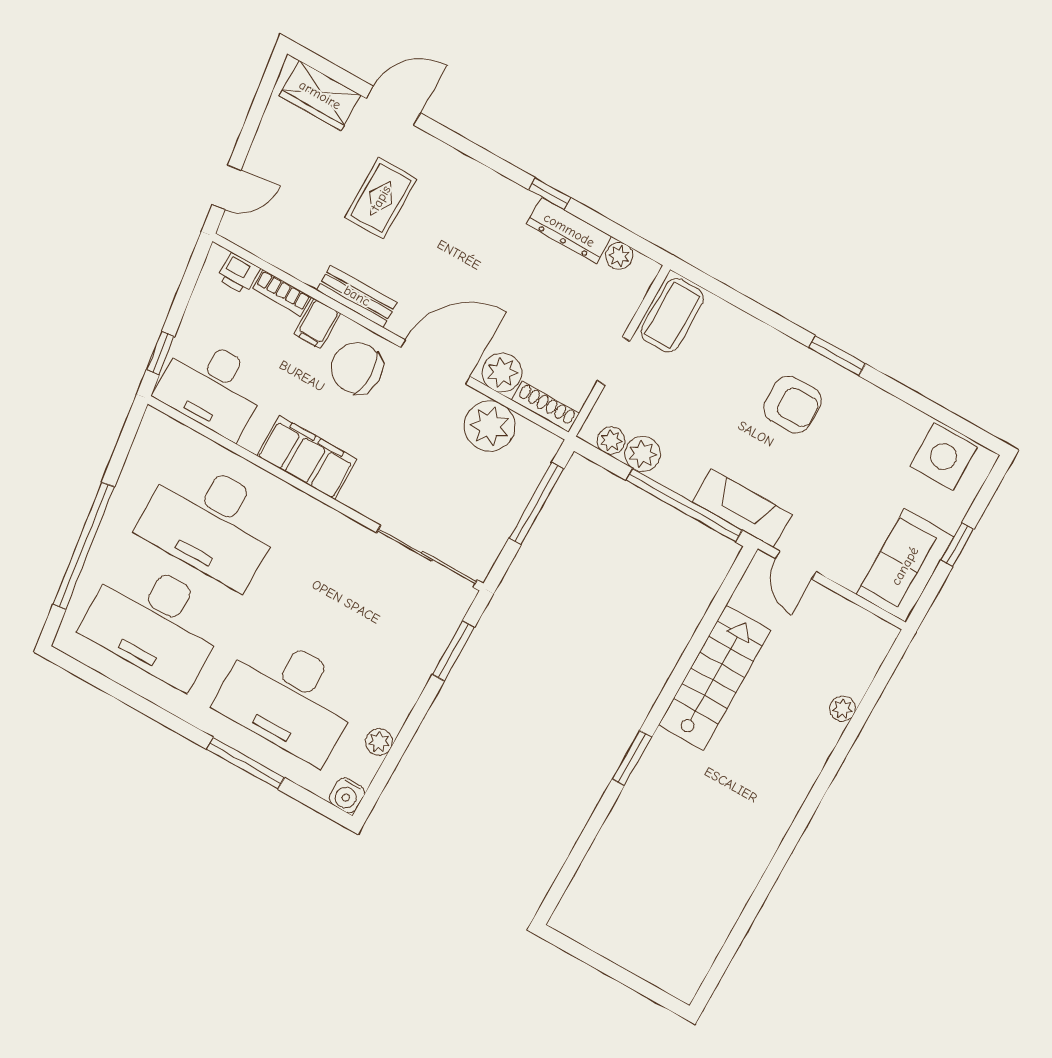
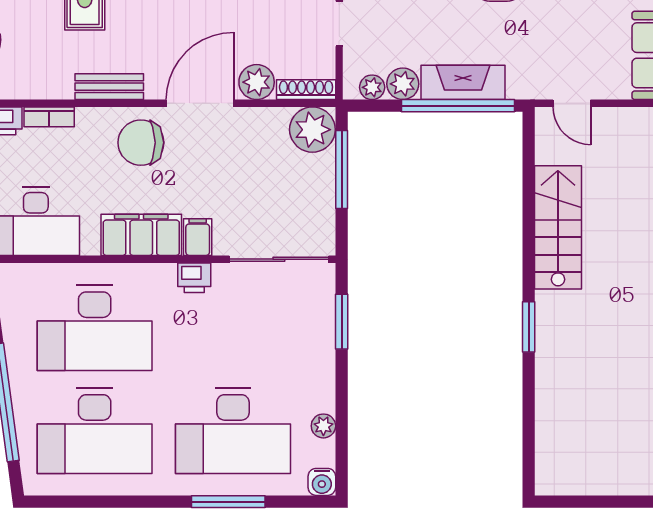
filing cabinet: (317, 324) -> (198, 237), moved, turned 180
plant: (490, 426) -> (312, 130), moved
fireplace: (742, 508) -> (463, 82), moved
printer: (335, 528) -> (194, 278), added

